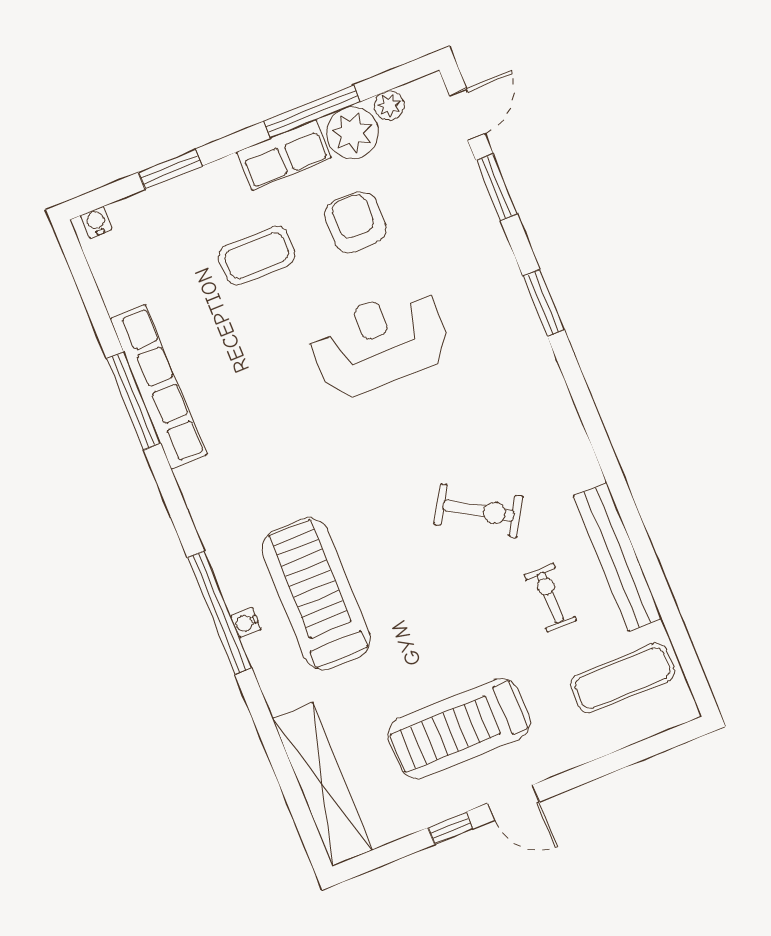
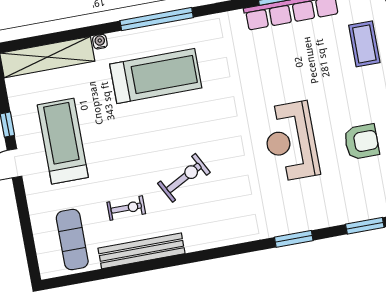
coffee table: (257, 255) -> (364, 44), moved
reception desk: (380, 342) -> (291, 141), turned 180
exercise bike: (479, 510) -> (184, 178), turned -149
water cooler: (246, 623) -> (100, 42), moved

